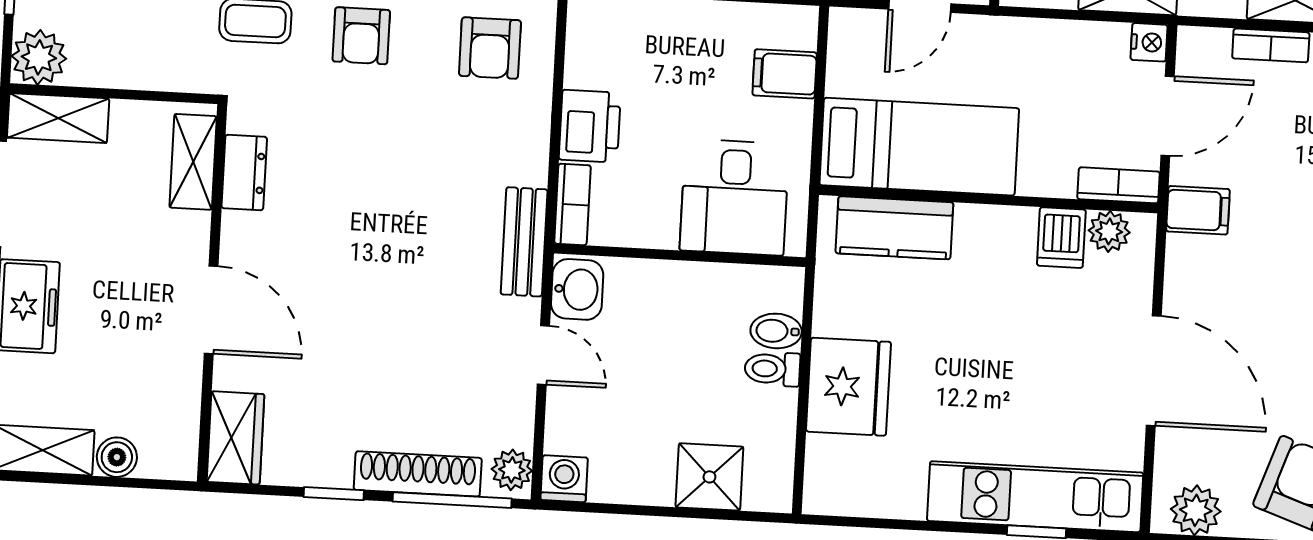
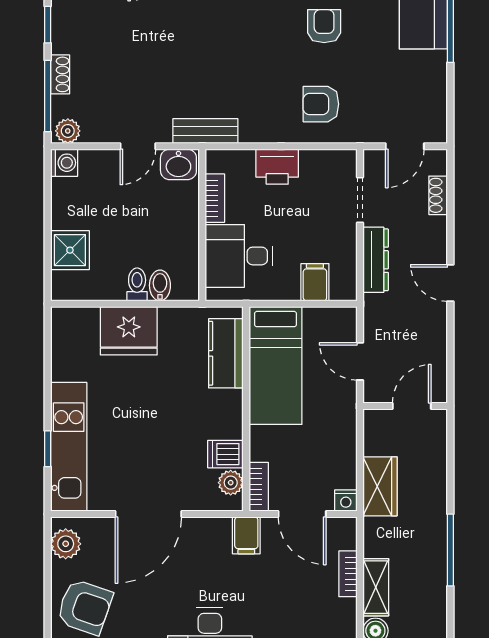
armchair: (361, 36) -> (324, 26), turned 90
bookcase: (572, 204) -> (215, 198), moved, turned -90
shoe rack: (418, 474) -> (60, 74), width x0.51, depth x0.81

